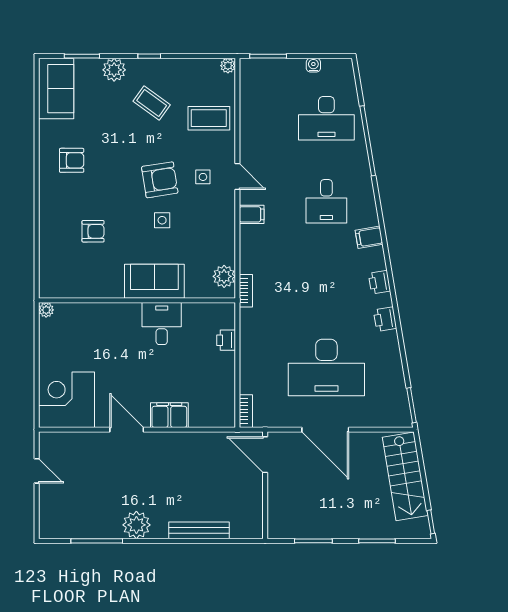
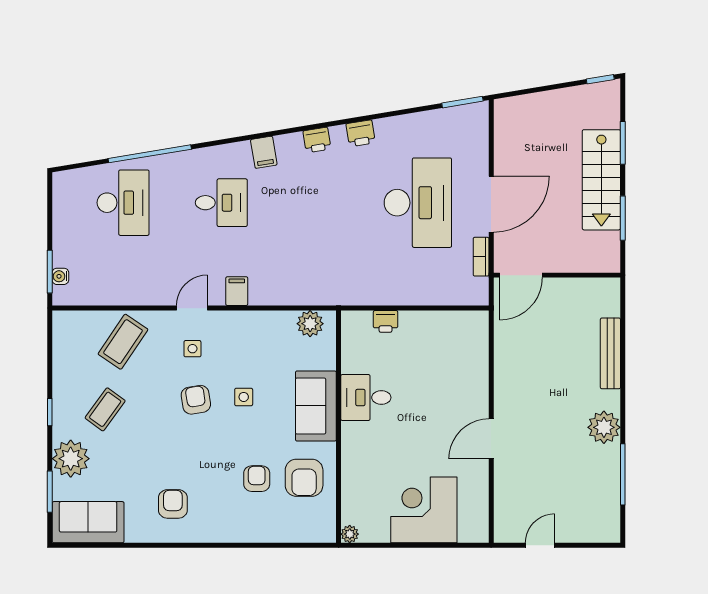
water cooler: (313, 65) -> (60, 276), moved
plant: (228, 66) -> (61, 319), removed
plant: (114, 70) -> (71, 459), width x1.36, depth x1.36
coffee table: (209, 118) -> (123, 342), turned 34
armchair: (160, 180) -> (196, 400), width x0.72, depth x0.72
armchair: (94, 271) -> (304, 478), added
bookcase: (246, 291) -> (327, 298), removed
corner desk: (67, 400) -> (424, 510), moved, turned 90
bookcase: (246, 411) -> (481, 257), moved, turned -90
filing cabinet: (169, 415) -> (474, 388), removed
stairs: (405, 476) -> (601, 180), moved, turned 99

